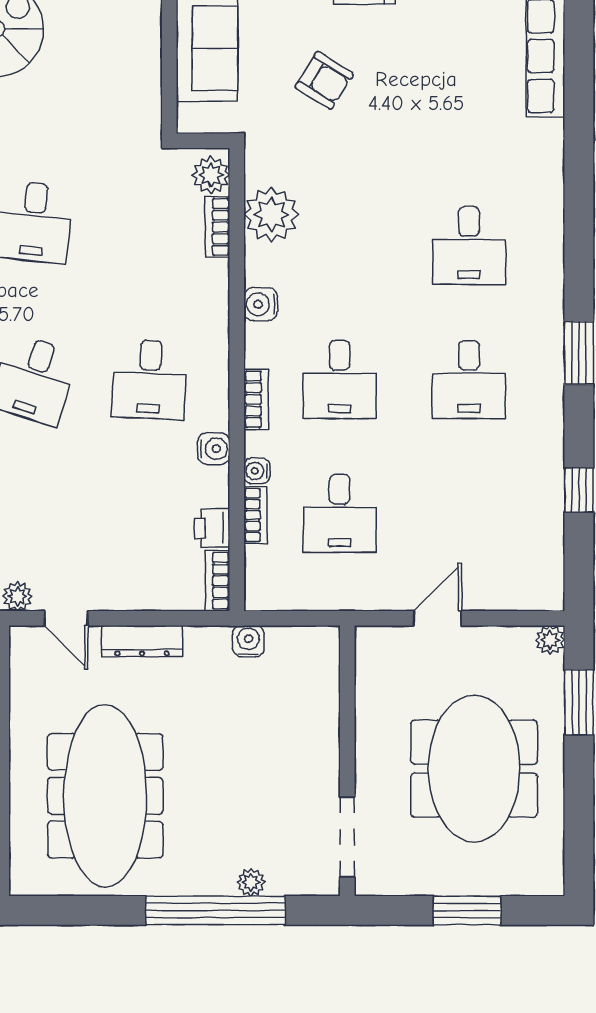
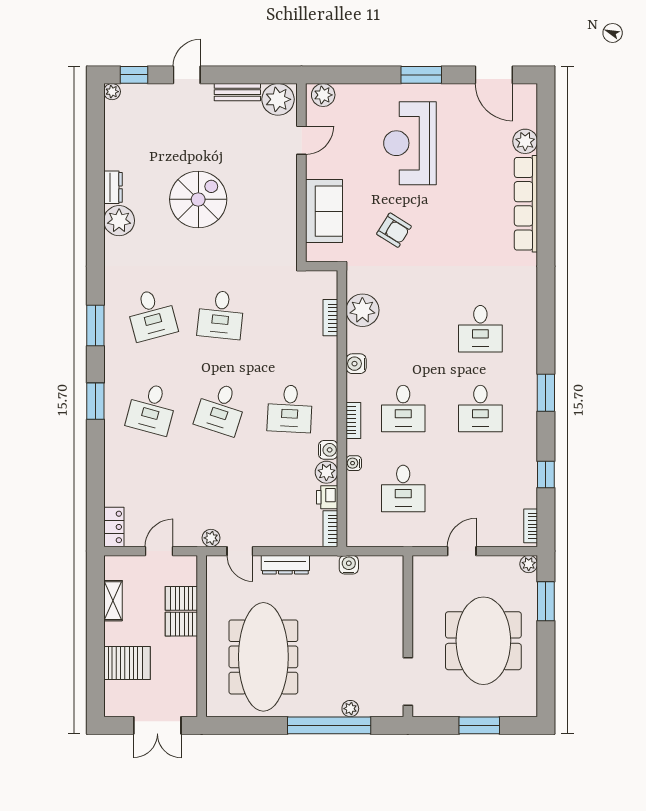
plant: (211, 175) -> (326, 472), moved
bookcase: (255, 515) -> (531, 526), moved, turned 180

